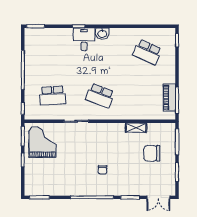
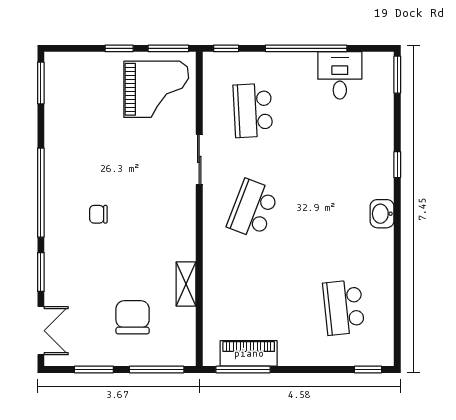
desk: (84, 39) -> (340, 75), moved, turned -90
school desk: (147, 52) -> (344, 307), turned -30
double door: (158, 197) -> (41, 331), swing flipped

